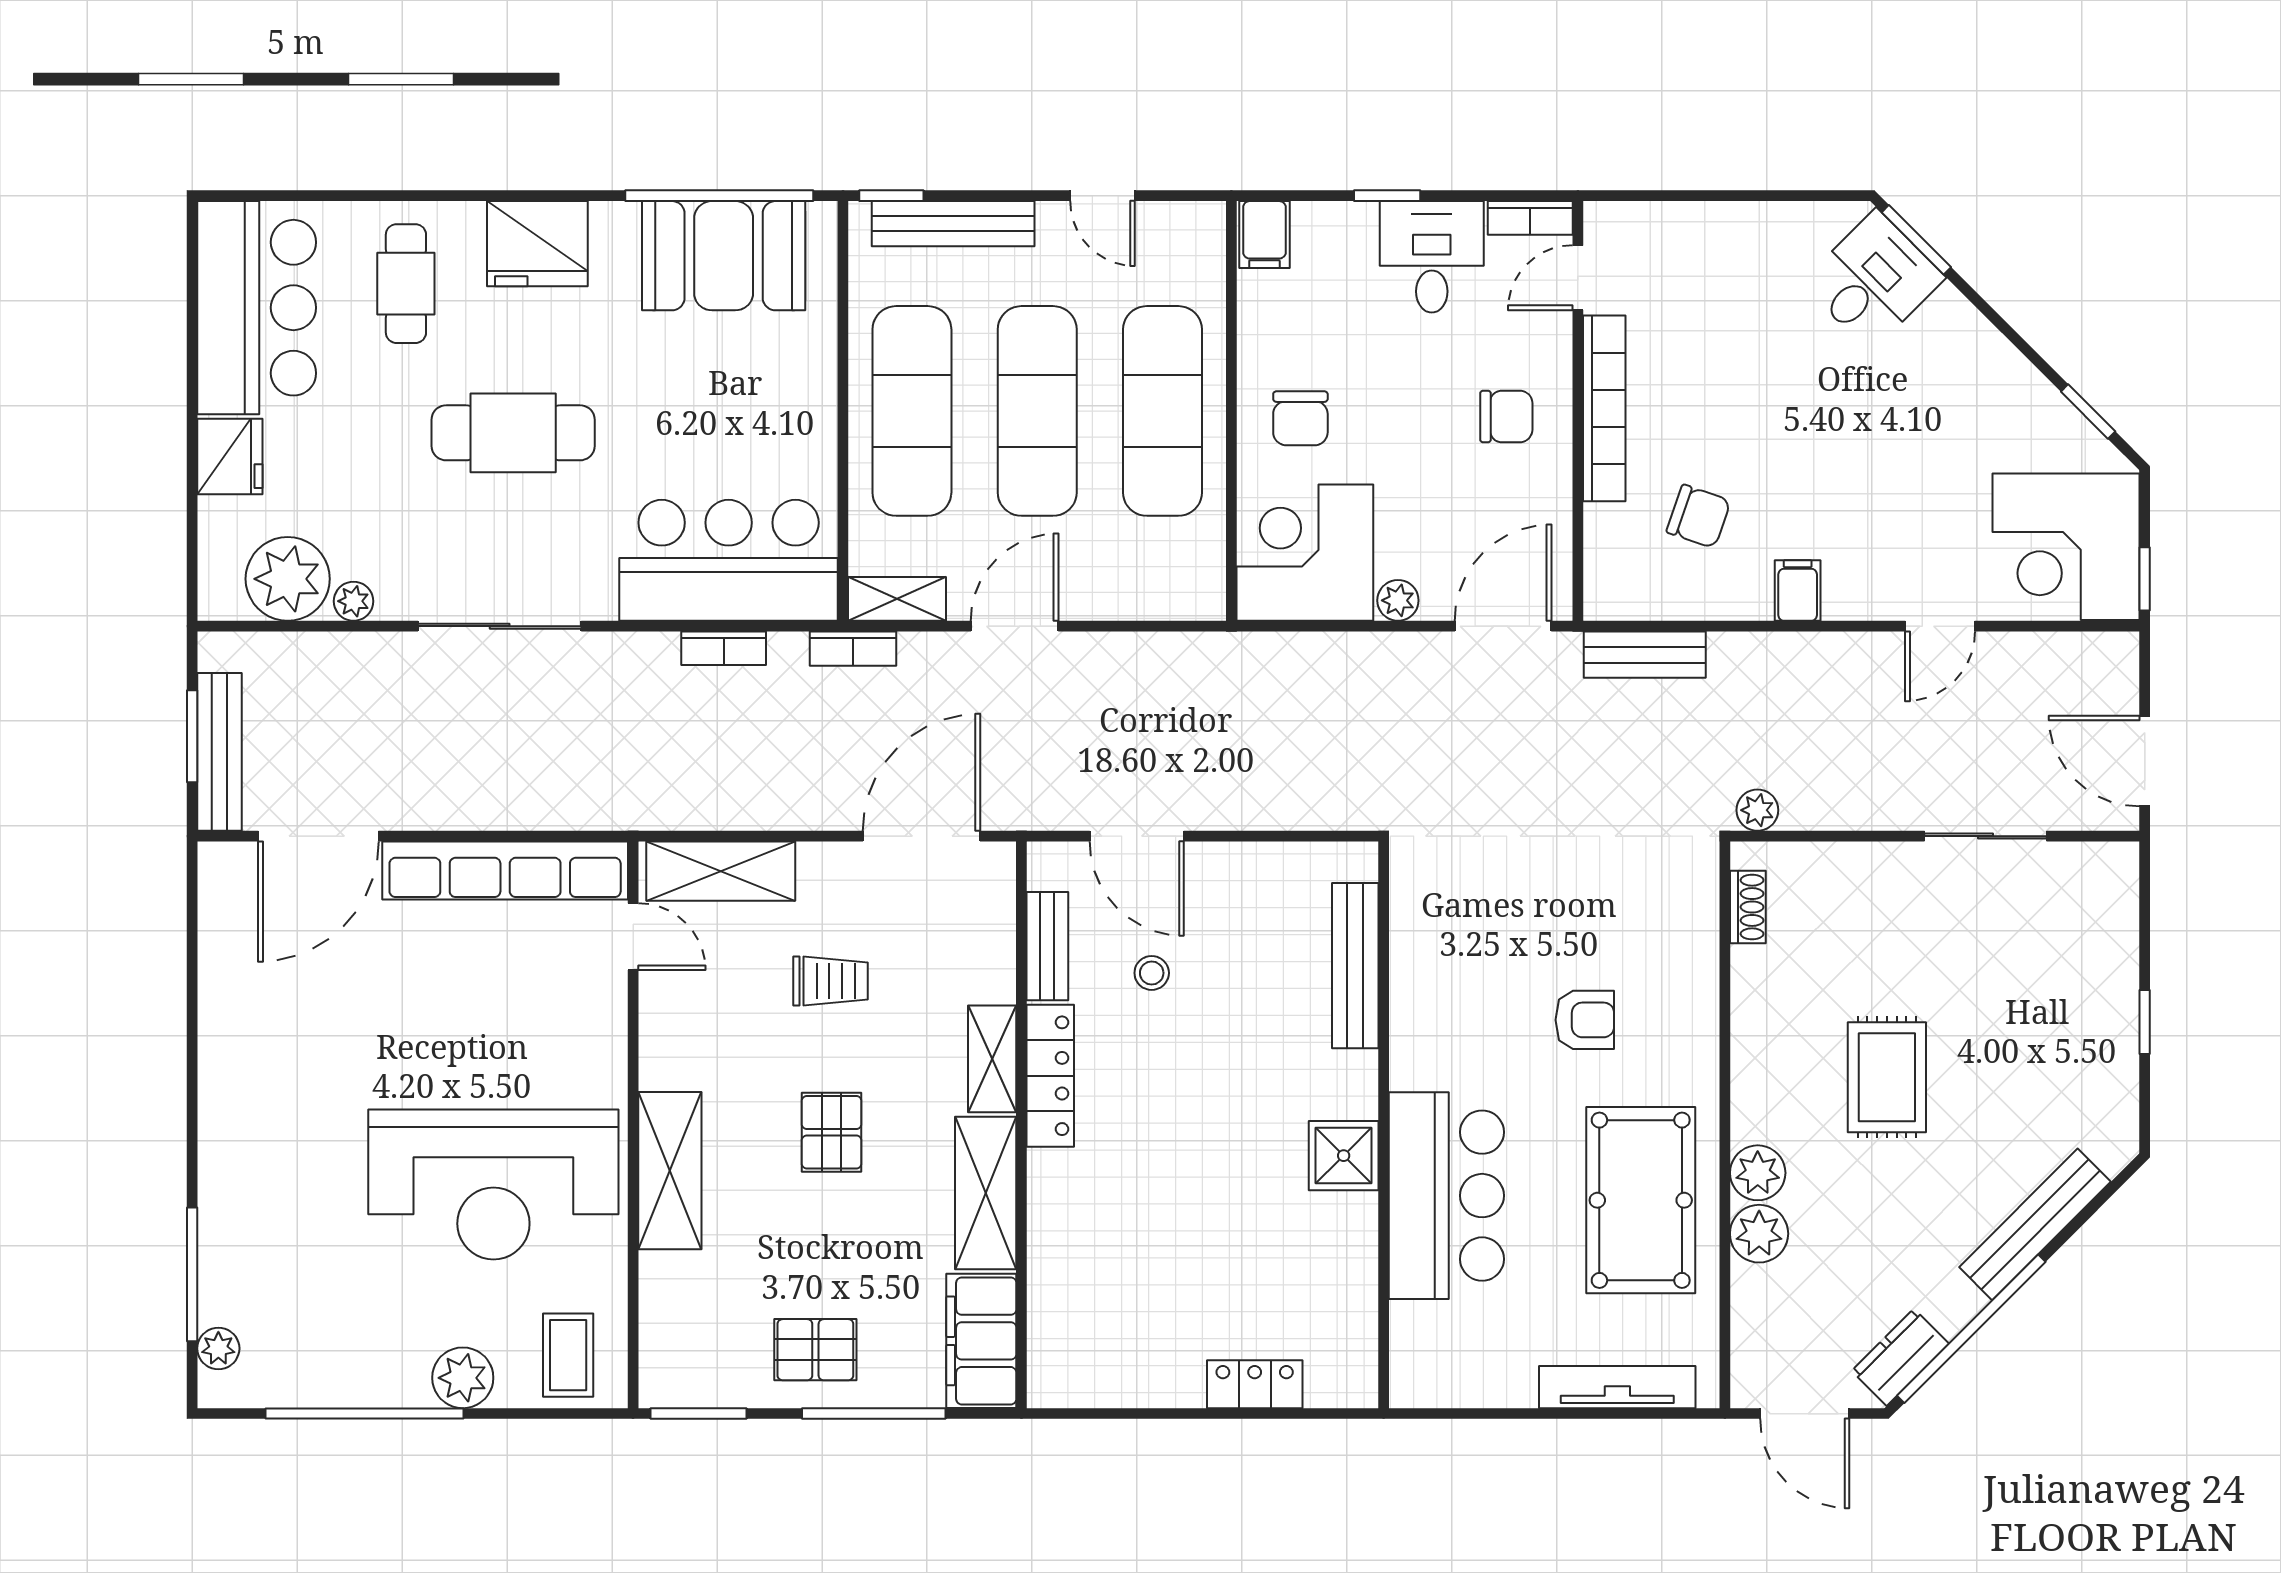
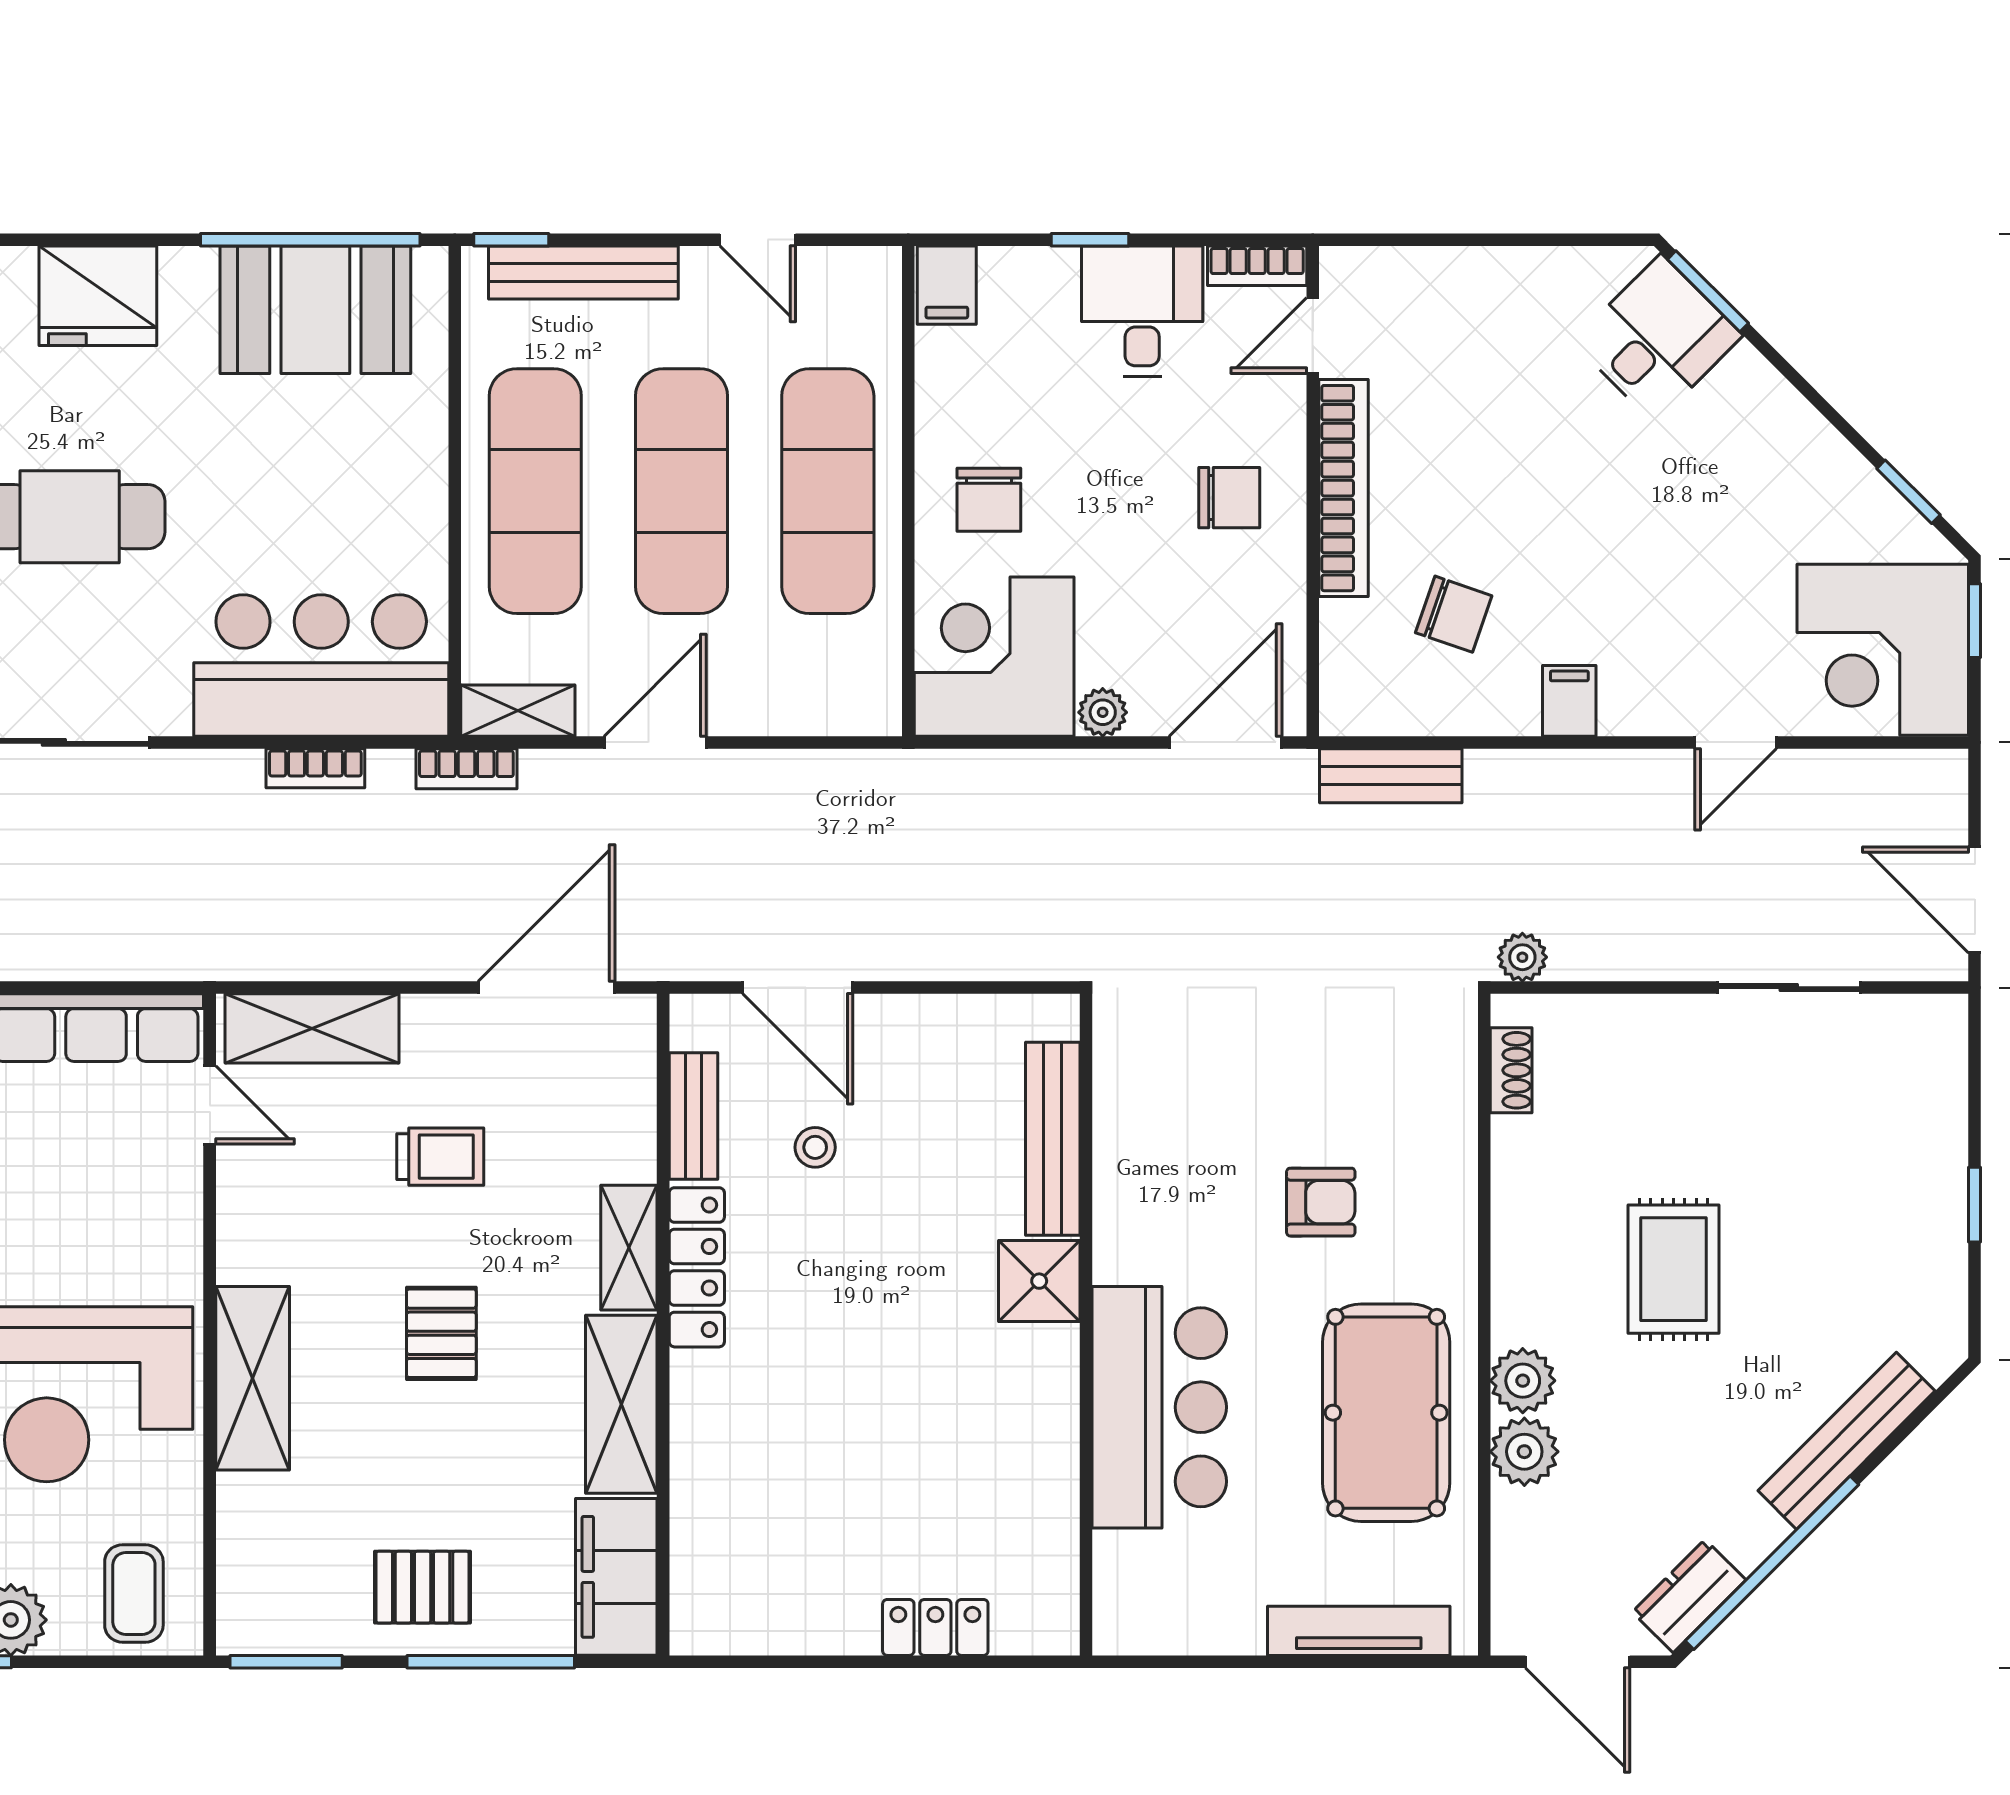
window: (2145, 579) -> (1975, 621), moved
shower: (1344, 1156) -> (1039, 1281), moved

